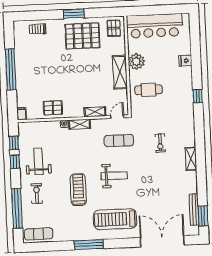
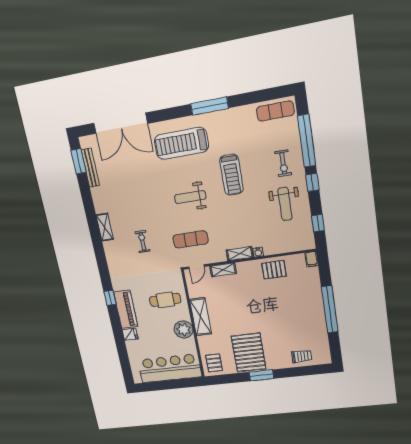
pallet: (82, 36) -> (249, 353), turned 90
piano: (185, 84) -> (126, 309), added
window: (15, 162) -> (312, 182), moved
treadmill: (115, 219) -> (181, 143), turned 180

